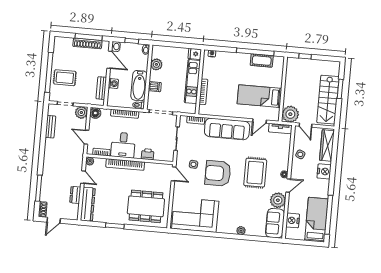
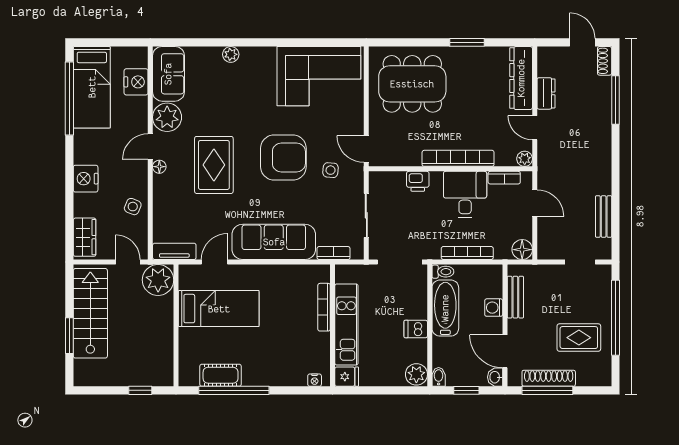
plant: (156, 64) -> (416, 374), moved
rug: (65, 78) -> (579, 338), moved
dishwasher: (155, 87) -> (416, 329), moved
plant: (81, 112) -> (548, 248), removed
wardrobe: (327, 145) -> (85, 237), width x0.67
door: (54, 220) -> (582, 42), hinge flipped

